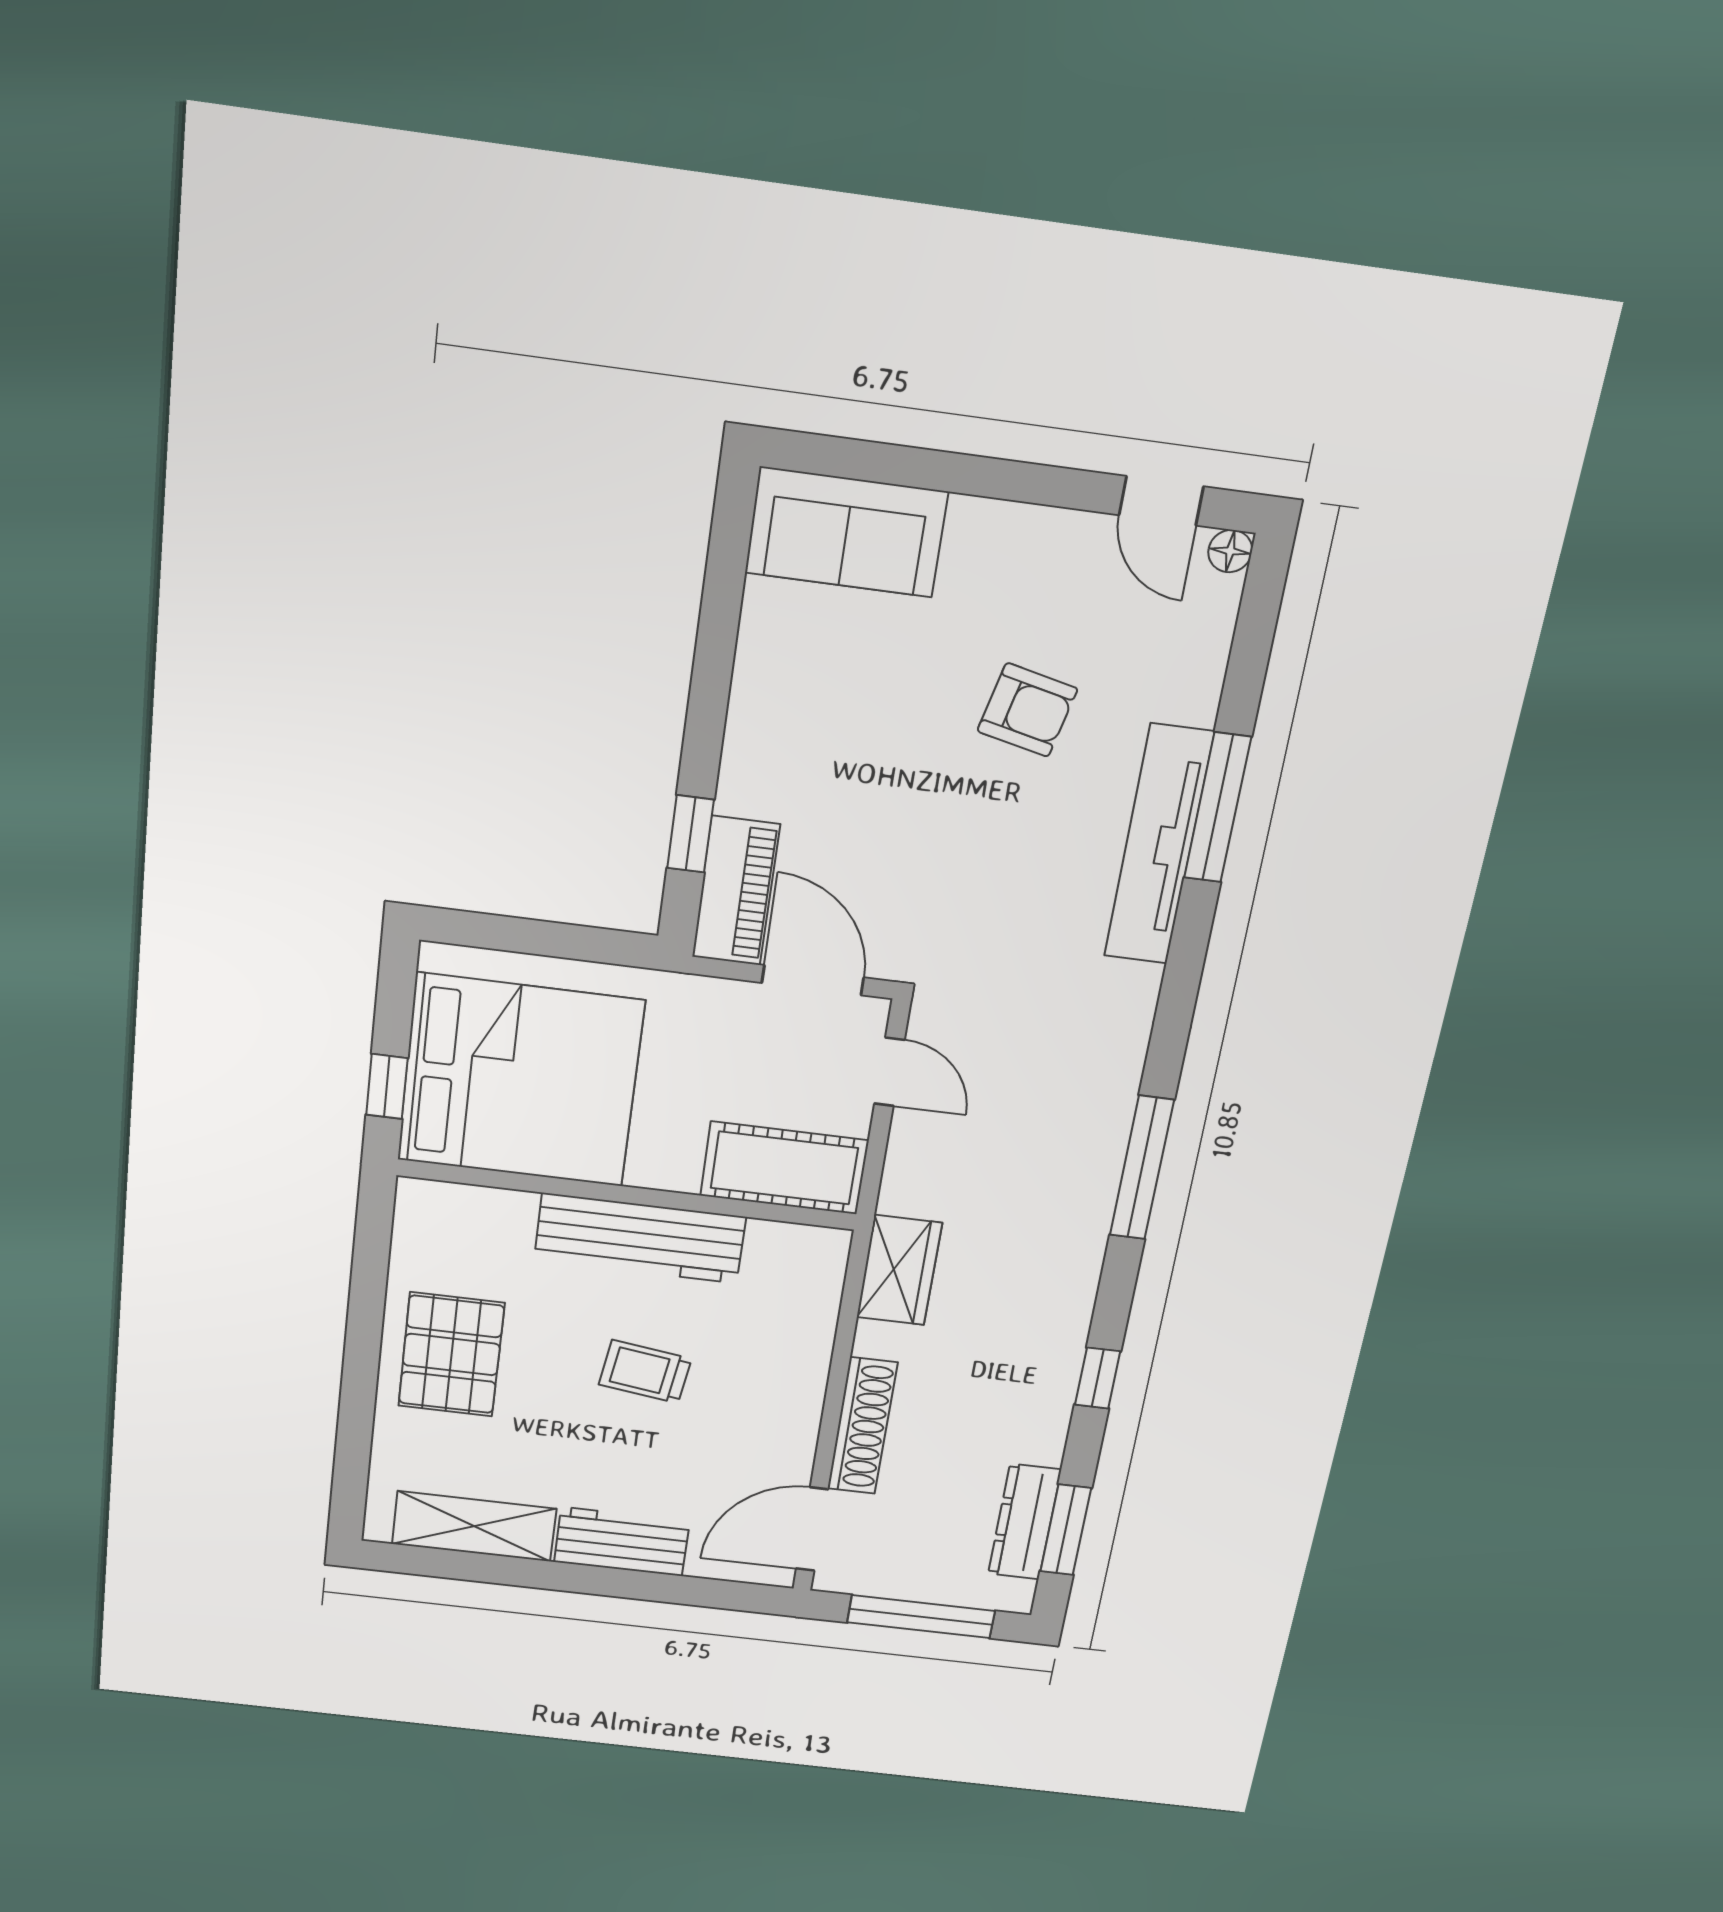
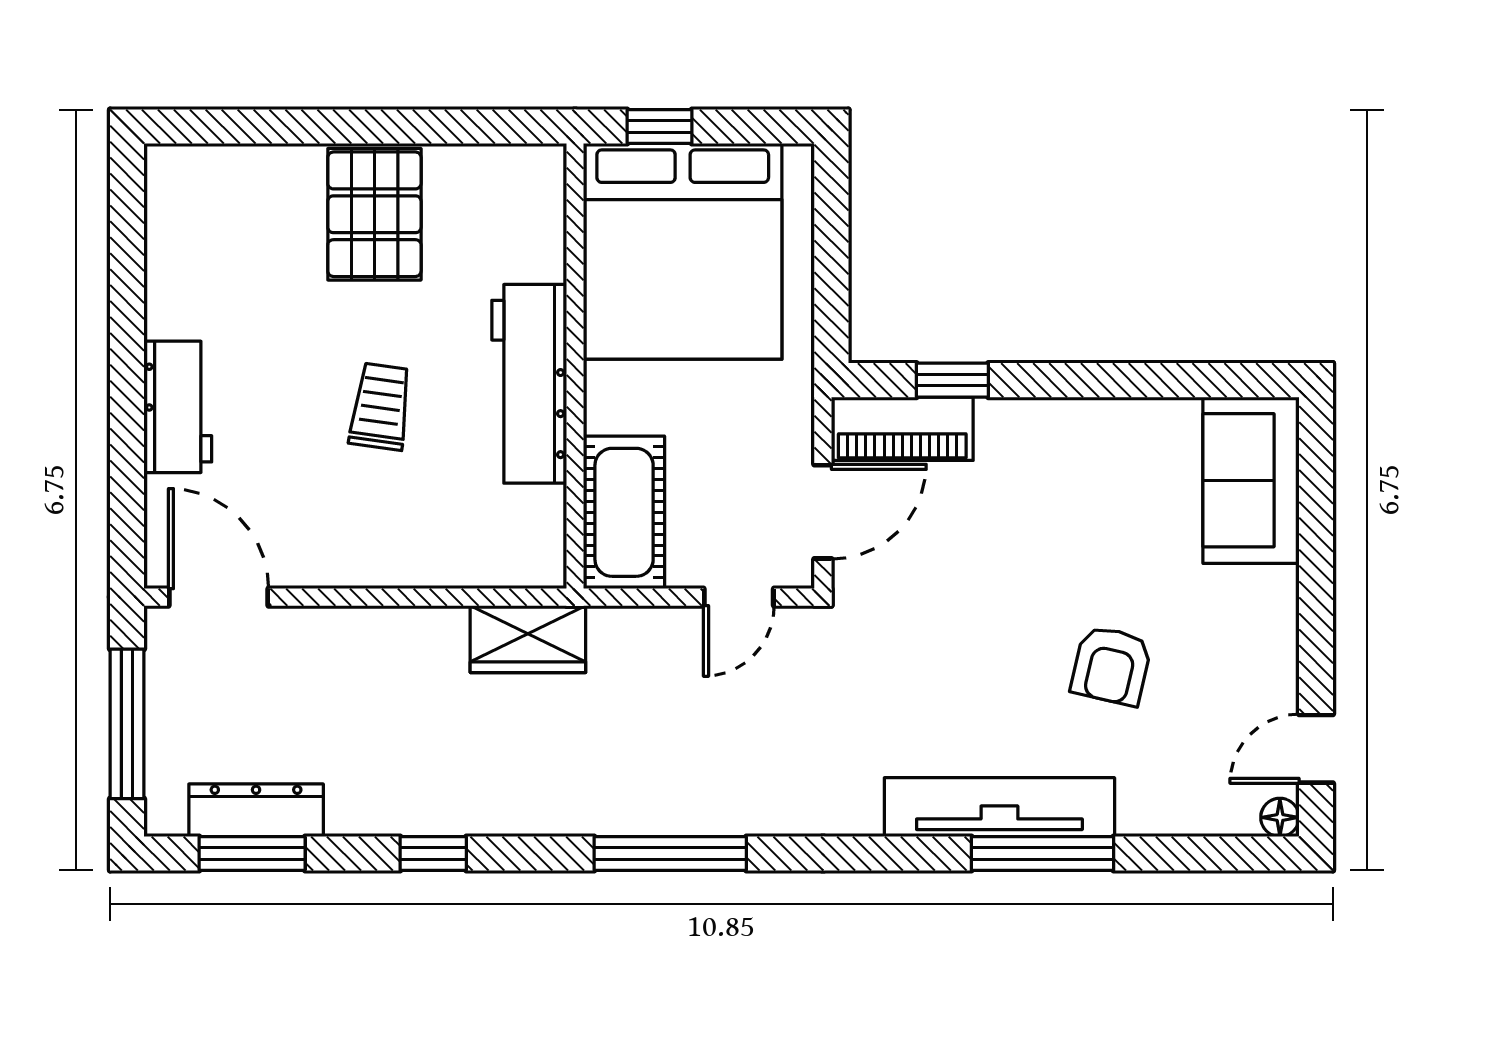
pallet: (451, 1355) -> (374, 214), turned 90
shoe rack: (862, 1426) -> (347, 630), removed
shelving: (474, 1526) -> (176, 256), removed

